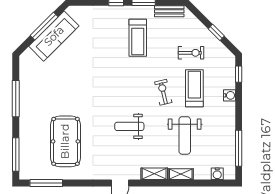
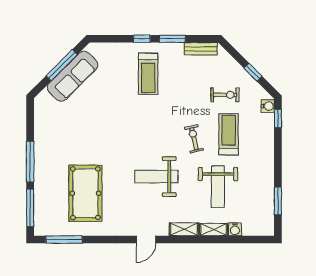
treadmill: (138, 38) -> (148, 74), moved
water cooler: (230, 95) -> (268, 106), moved
window: (16, 99) -> (30, 162), moved
weight bench: (129, 126) -> (156, 177), width x1.36, depth x1.33
window: (239, 148) -> (278, 201), width x0.69
water cooler: (217, 174) -> (235, 229), moved

